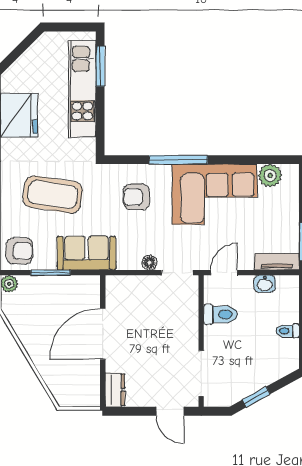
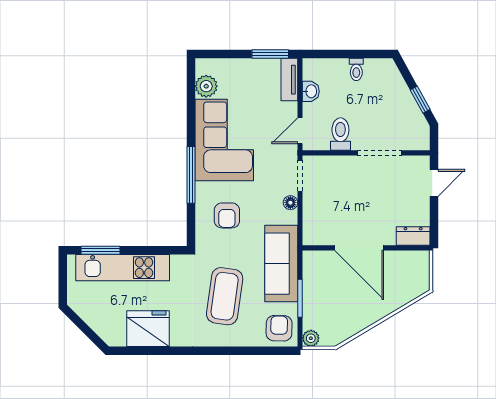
sofa: (87, 253) -> (281, 264), width x1.36
door: (224, 273) -> (300, 131), hinge flipped
doorway: (201, 373) -> (379, 153), moved

